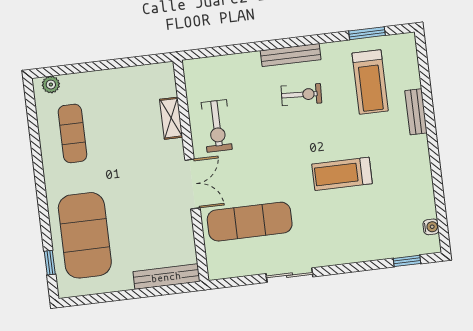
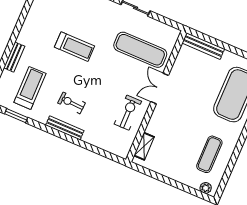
shelving: (171, 118) -> (144, 146), moved

